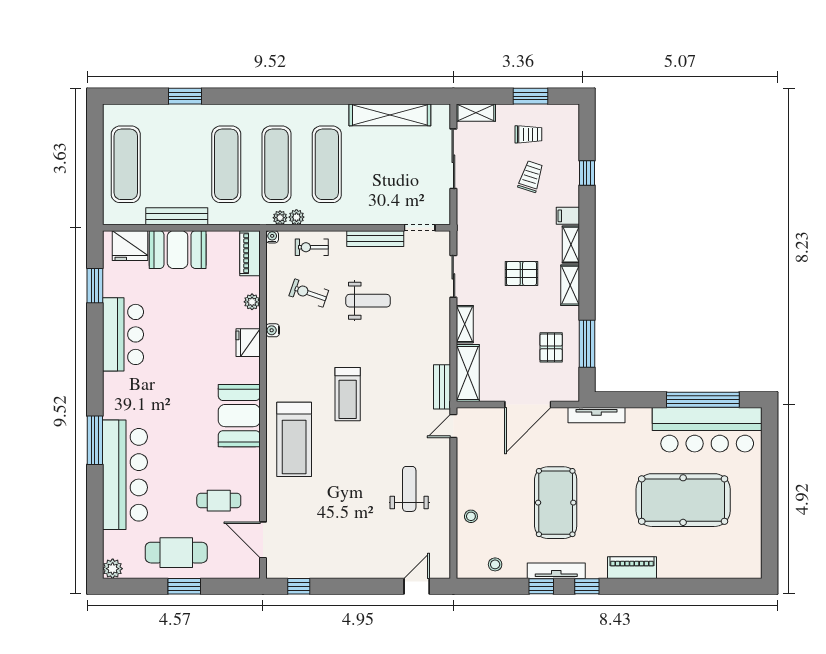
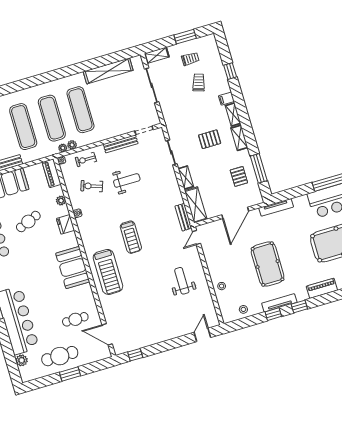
cafe table: (189, 320) -> (28, 222), added
plant: (113, 569) -> (22, 360), moved

